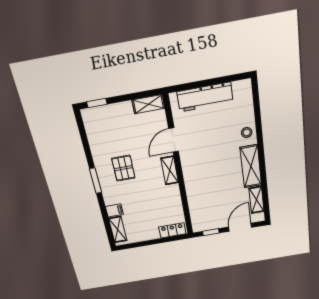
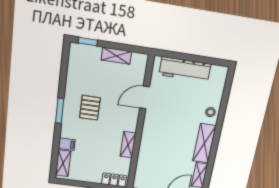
shelving: (148, 104) -> (116, 56), moved
shelving: (170, 170) -> (128, 145), moved

